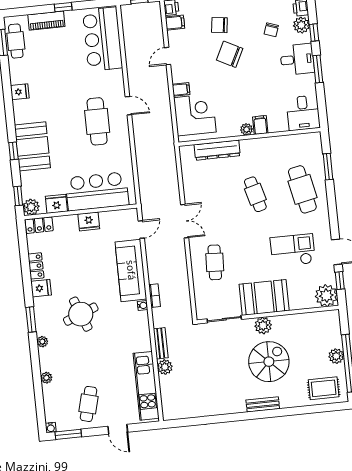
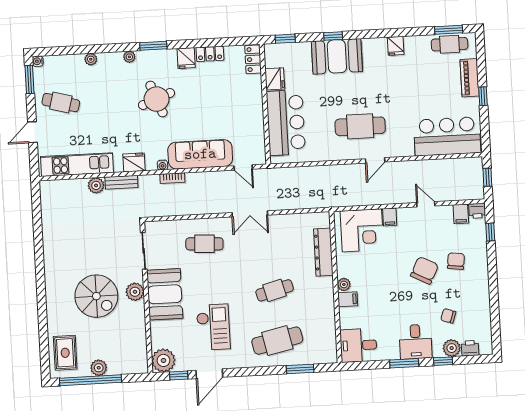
plant: (31, 207) -> (273, 52), removed
fridge: (89, 221) -> (134, 162), moved, turned 90
bench: (263, 404) -> (51, 287), removed

